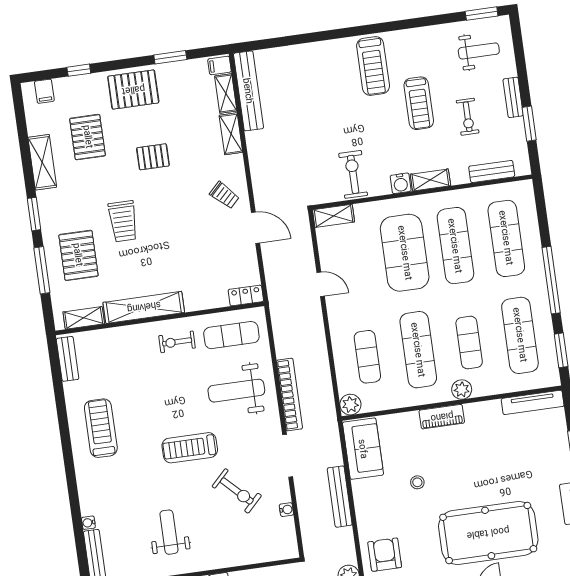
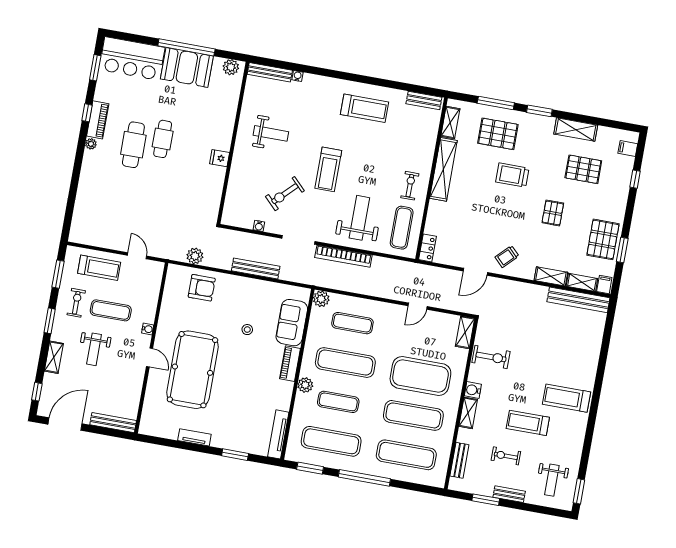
pallet: (133, 90) -> (603, 239), moved
treadmill: (190, 448) -> (328, 169), turned 180
sofa: (363, 449) -> (292, 323), moved, turned 90

